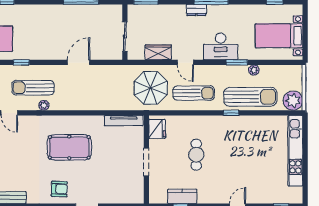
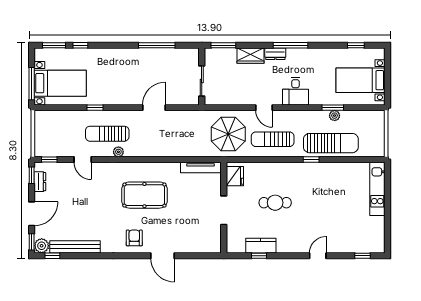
desk: (221, 46) -> (296, 91), width x0.73
wardrobe: (158, 52) -> (251, 56), moved, turned 180
window: (237, 62) -> (333, 108), moved
sun lounger: (194, 93) -> (273, 139), turned 180
plant: (293, 101) -> (375, 147), removed
kitchen unit: (295, 151) -> (377, 189), width x0.73
cafe table: (196, 155) -> (275, 203), turned 90
armchair: (59, 189) -> (134, 238), turned -92

